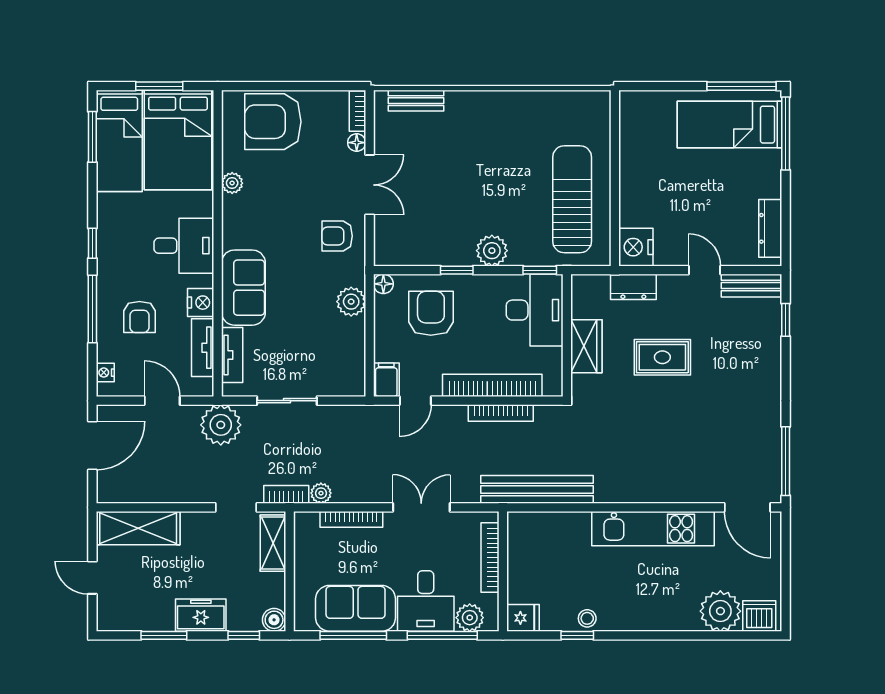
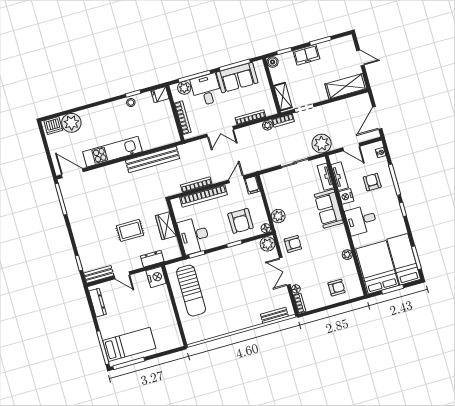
armchair: (273, 122) -> (337, 288), width x0.53, depth x0.53
plant: (492, 251) -> (268, 244), moved
bench: (537, 489) -> (152, 160), moved

